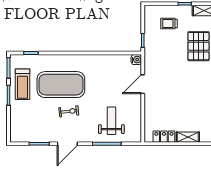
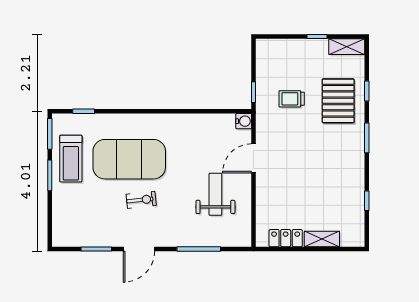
trolley: (169, 24) -> (292, 99), moved
weight bench: (111, 121) -> (215, 194), moved

